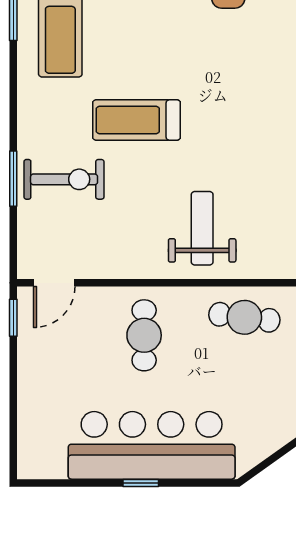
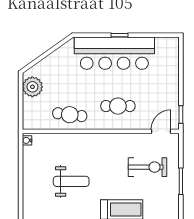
exercise bike: (64, 179) -> (148, 167), moved, turned 180
weight bench: (202, 228) -> (71, 181), moved, turned -90
cafe table: (144, 335) -> (118, 106), turned 90

